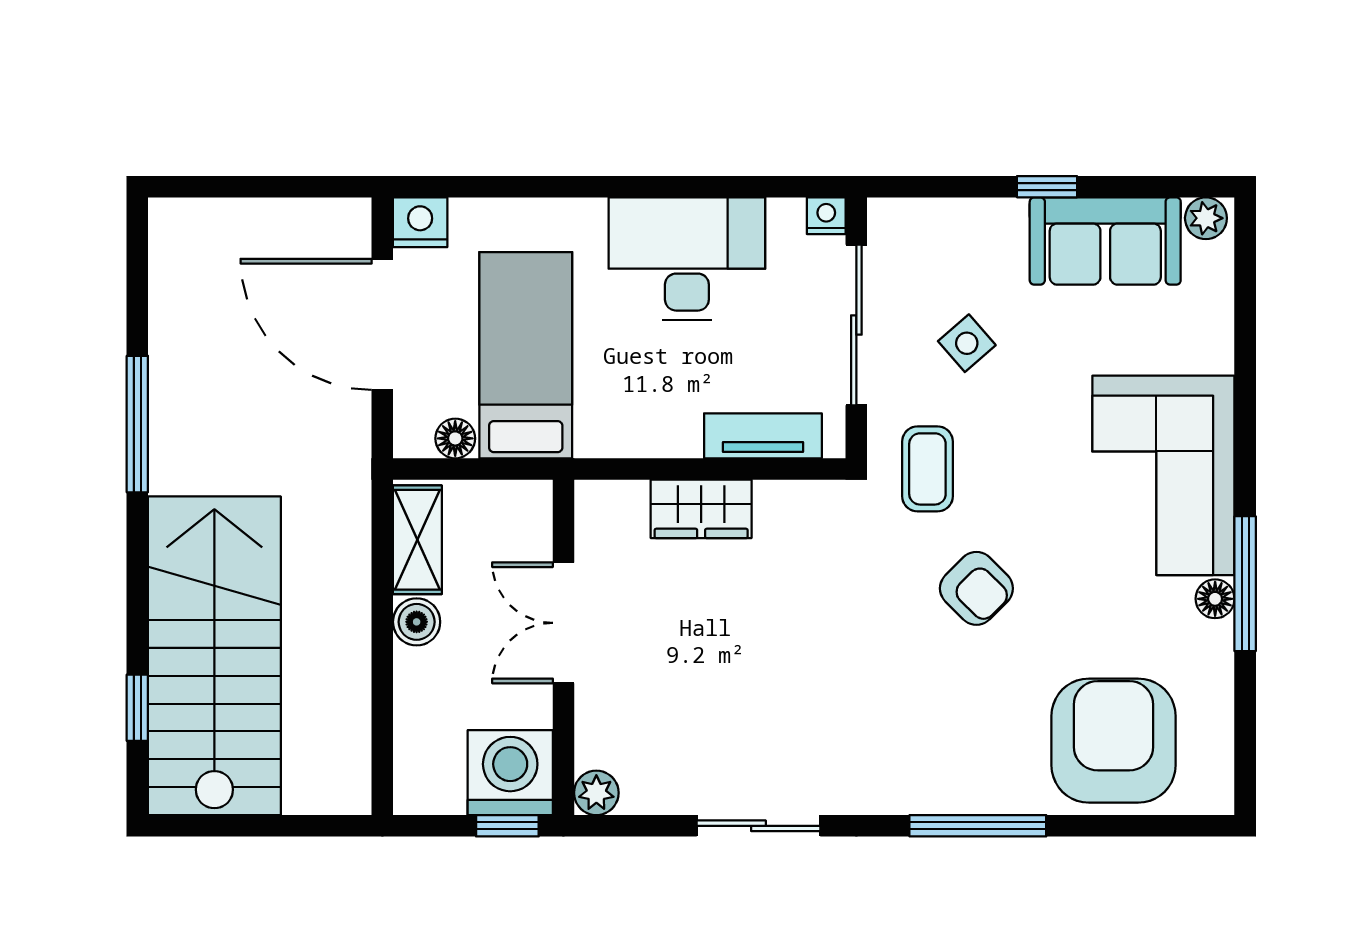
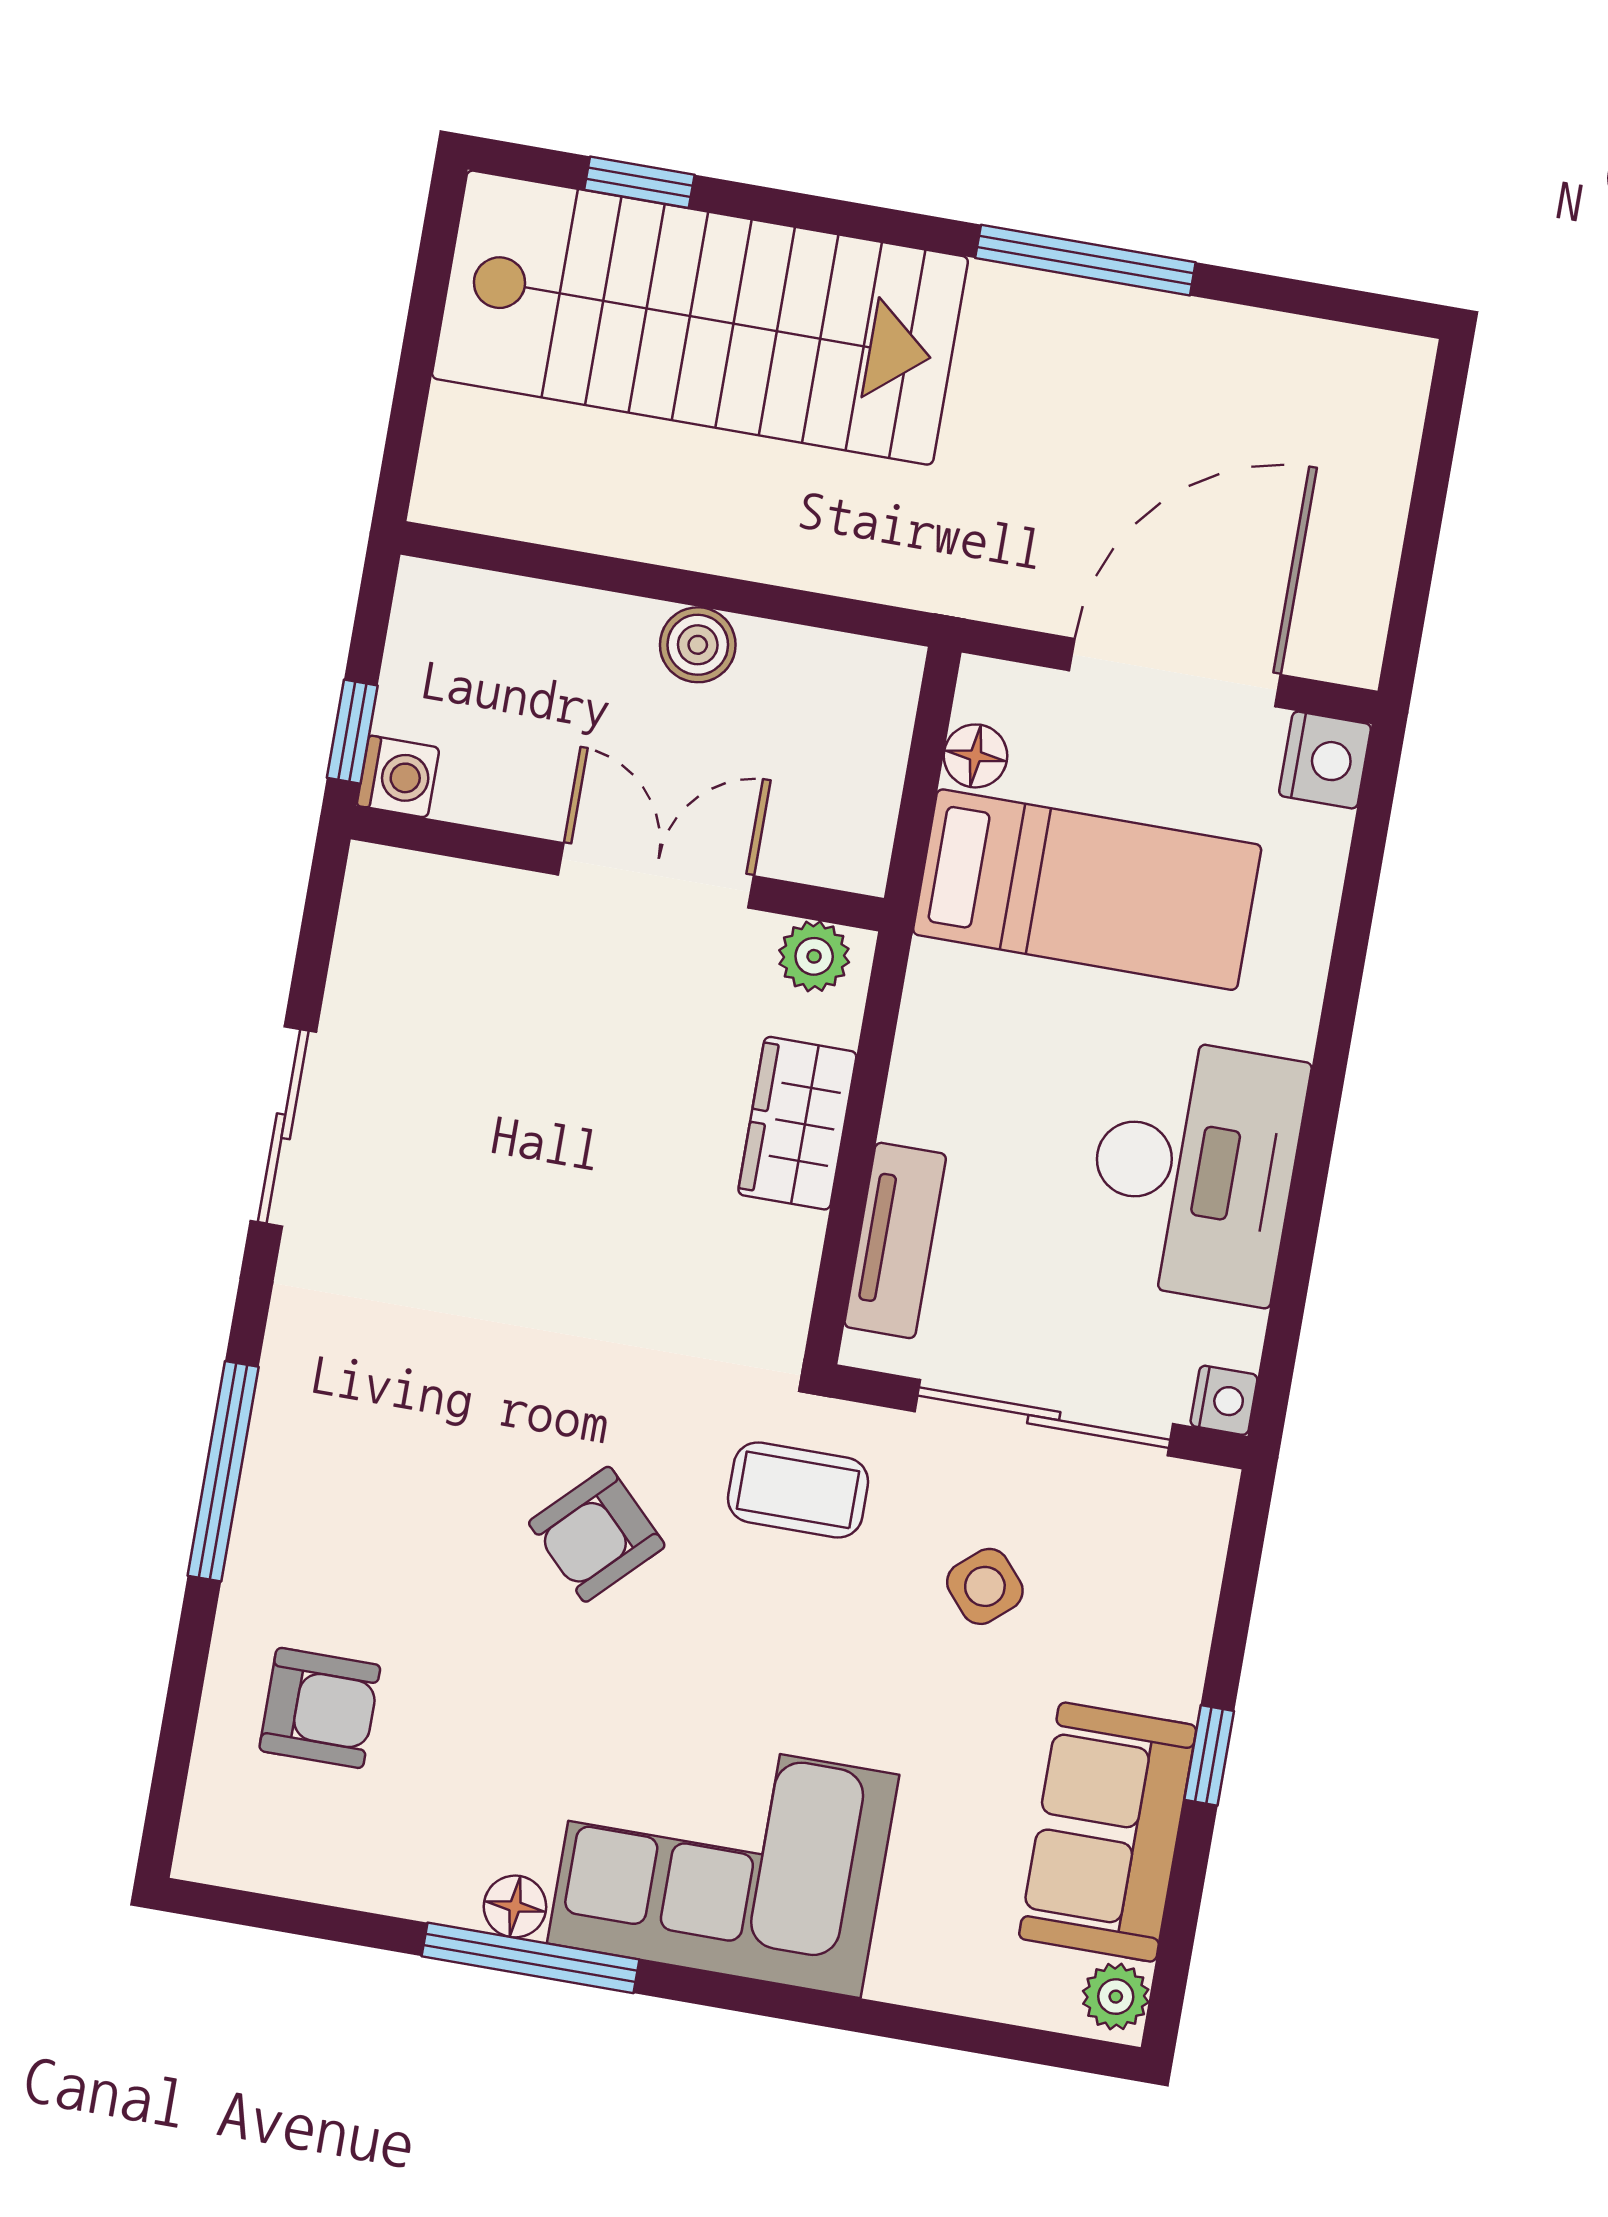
shelving: (417, 540) -> (827, 669), removed
armchair: (1114, 741) -> (320, 1708), width x0.53, depth x0.53
washing machine: (510, 773) -> (398, 777), width x0.53, depth x0.53
plant: (596, 793) -> (814, 956), moved

